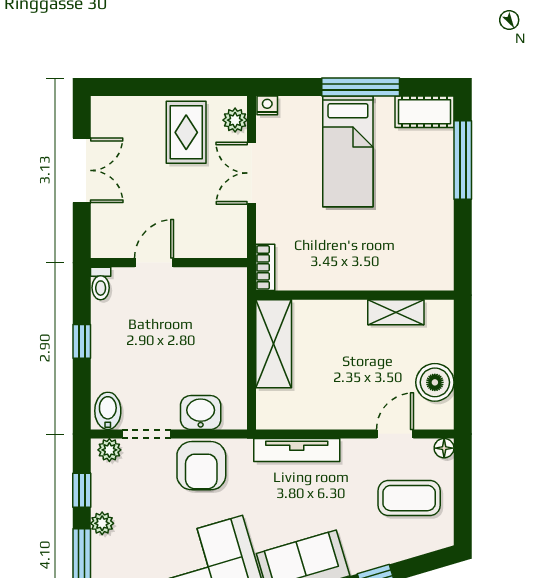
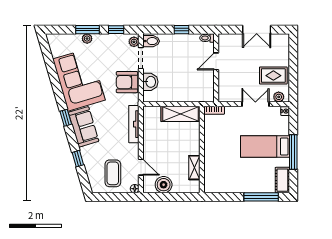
door: (154, 263) -> (216, 61), swing flipped
plant: (102, 523) -> (87, 39), moved

